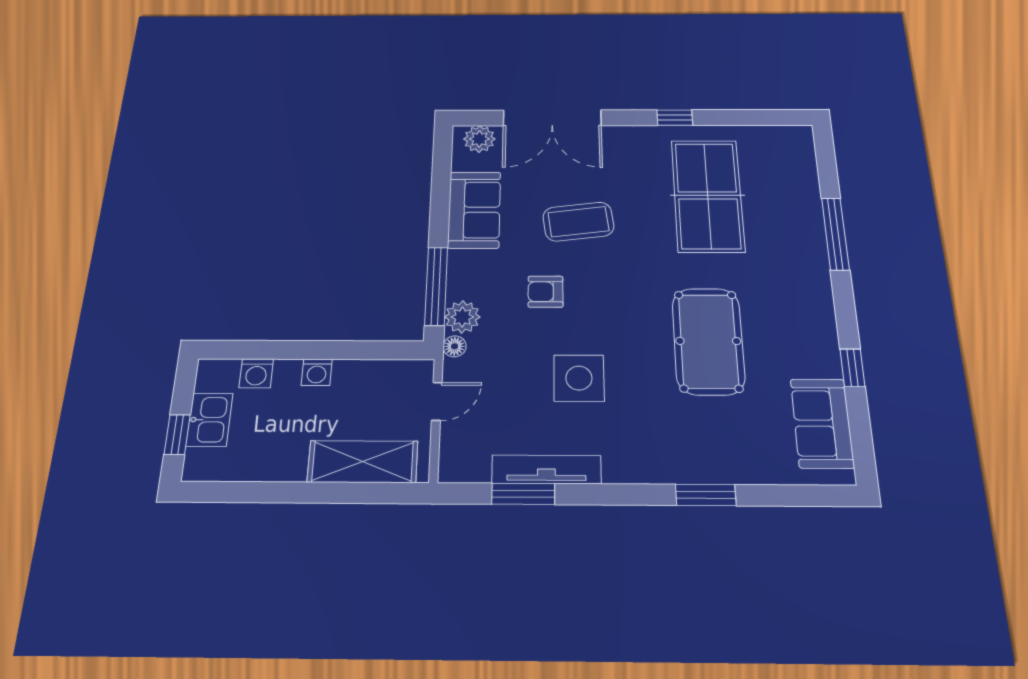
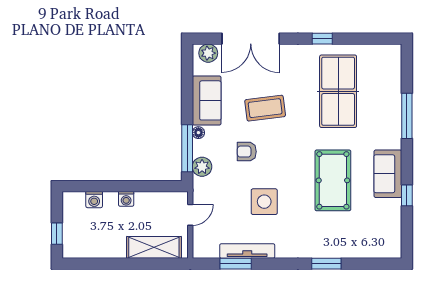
floor lamp: (455, 346) -> (198, 133), moved
kitchen sink: (209, 420) -> (73, 225), removed
sofa: (822, 423) -> (388, 174), moved

